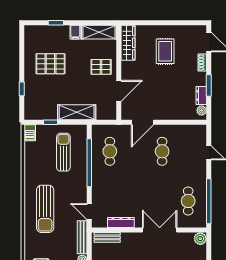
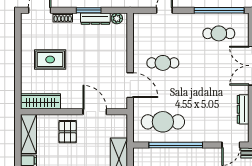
dresser: (201, 96) -> (95, 19), width x1.44
cafe table: (110, 151) -> (163, 122), width x1.37, depth x1.35

